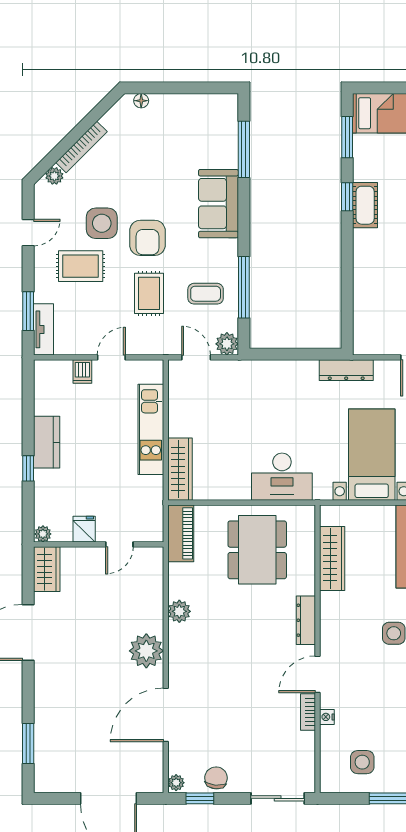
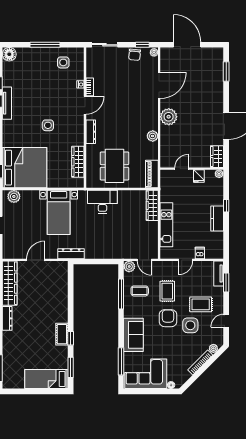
corner sofa: (193, 124) -> (146, 374), added

